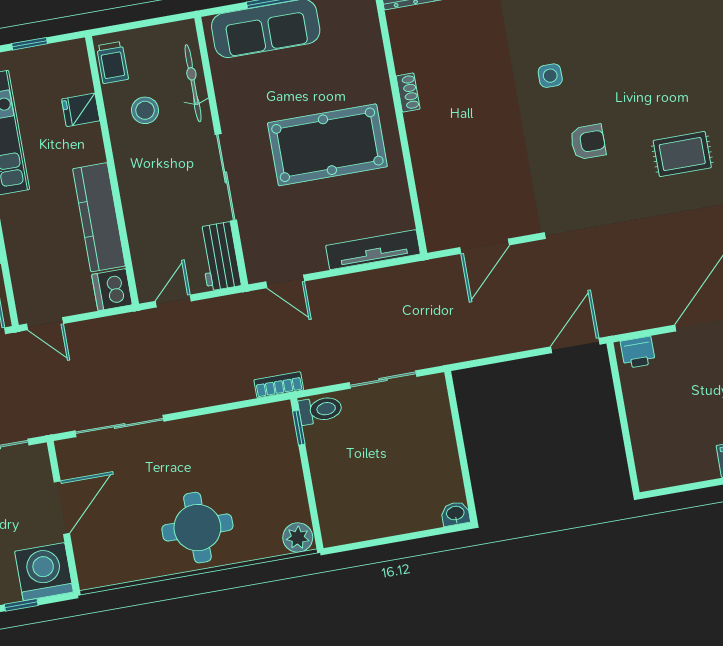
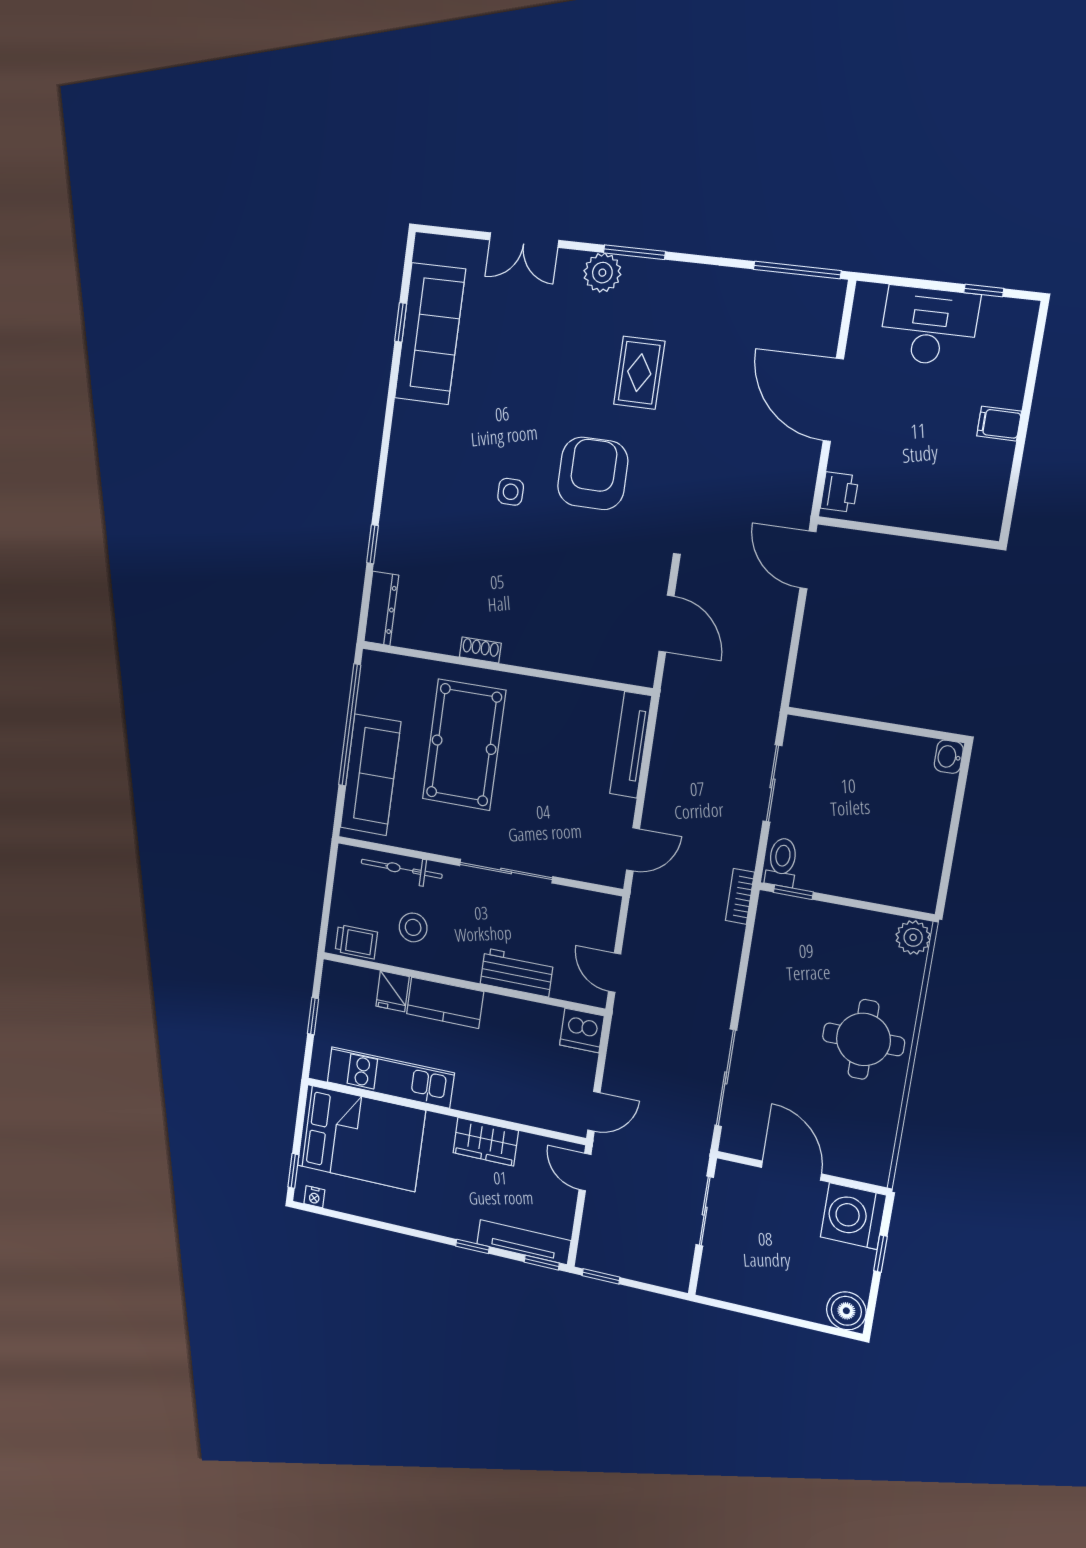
armchair: (588, 142) -> (593, 473), width x1.88, depth x1.88
pool table: (327, 145) -> (464, 745), moved
kitchen counter: (99, 217) -> (445, 1003), moved, width x0.67
workbench: (219, 256) -> (517, 972), moved, turned 180

